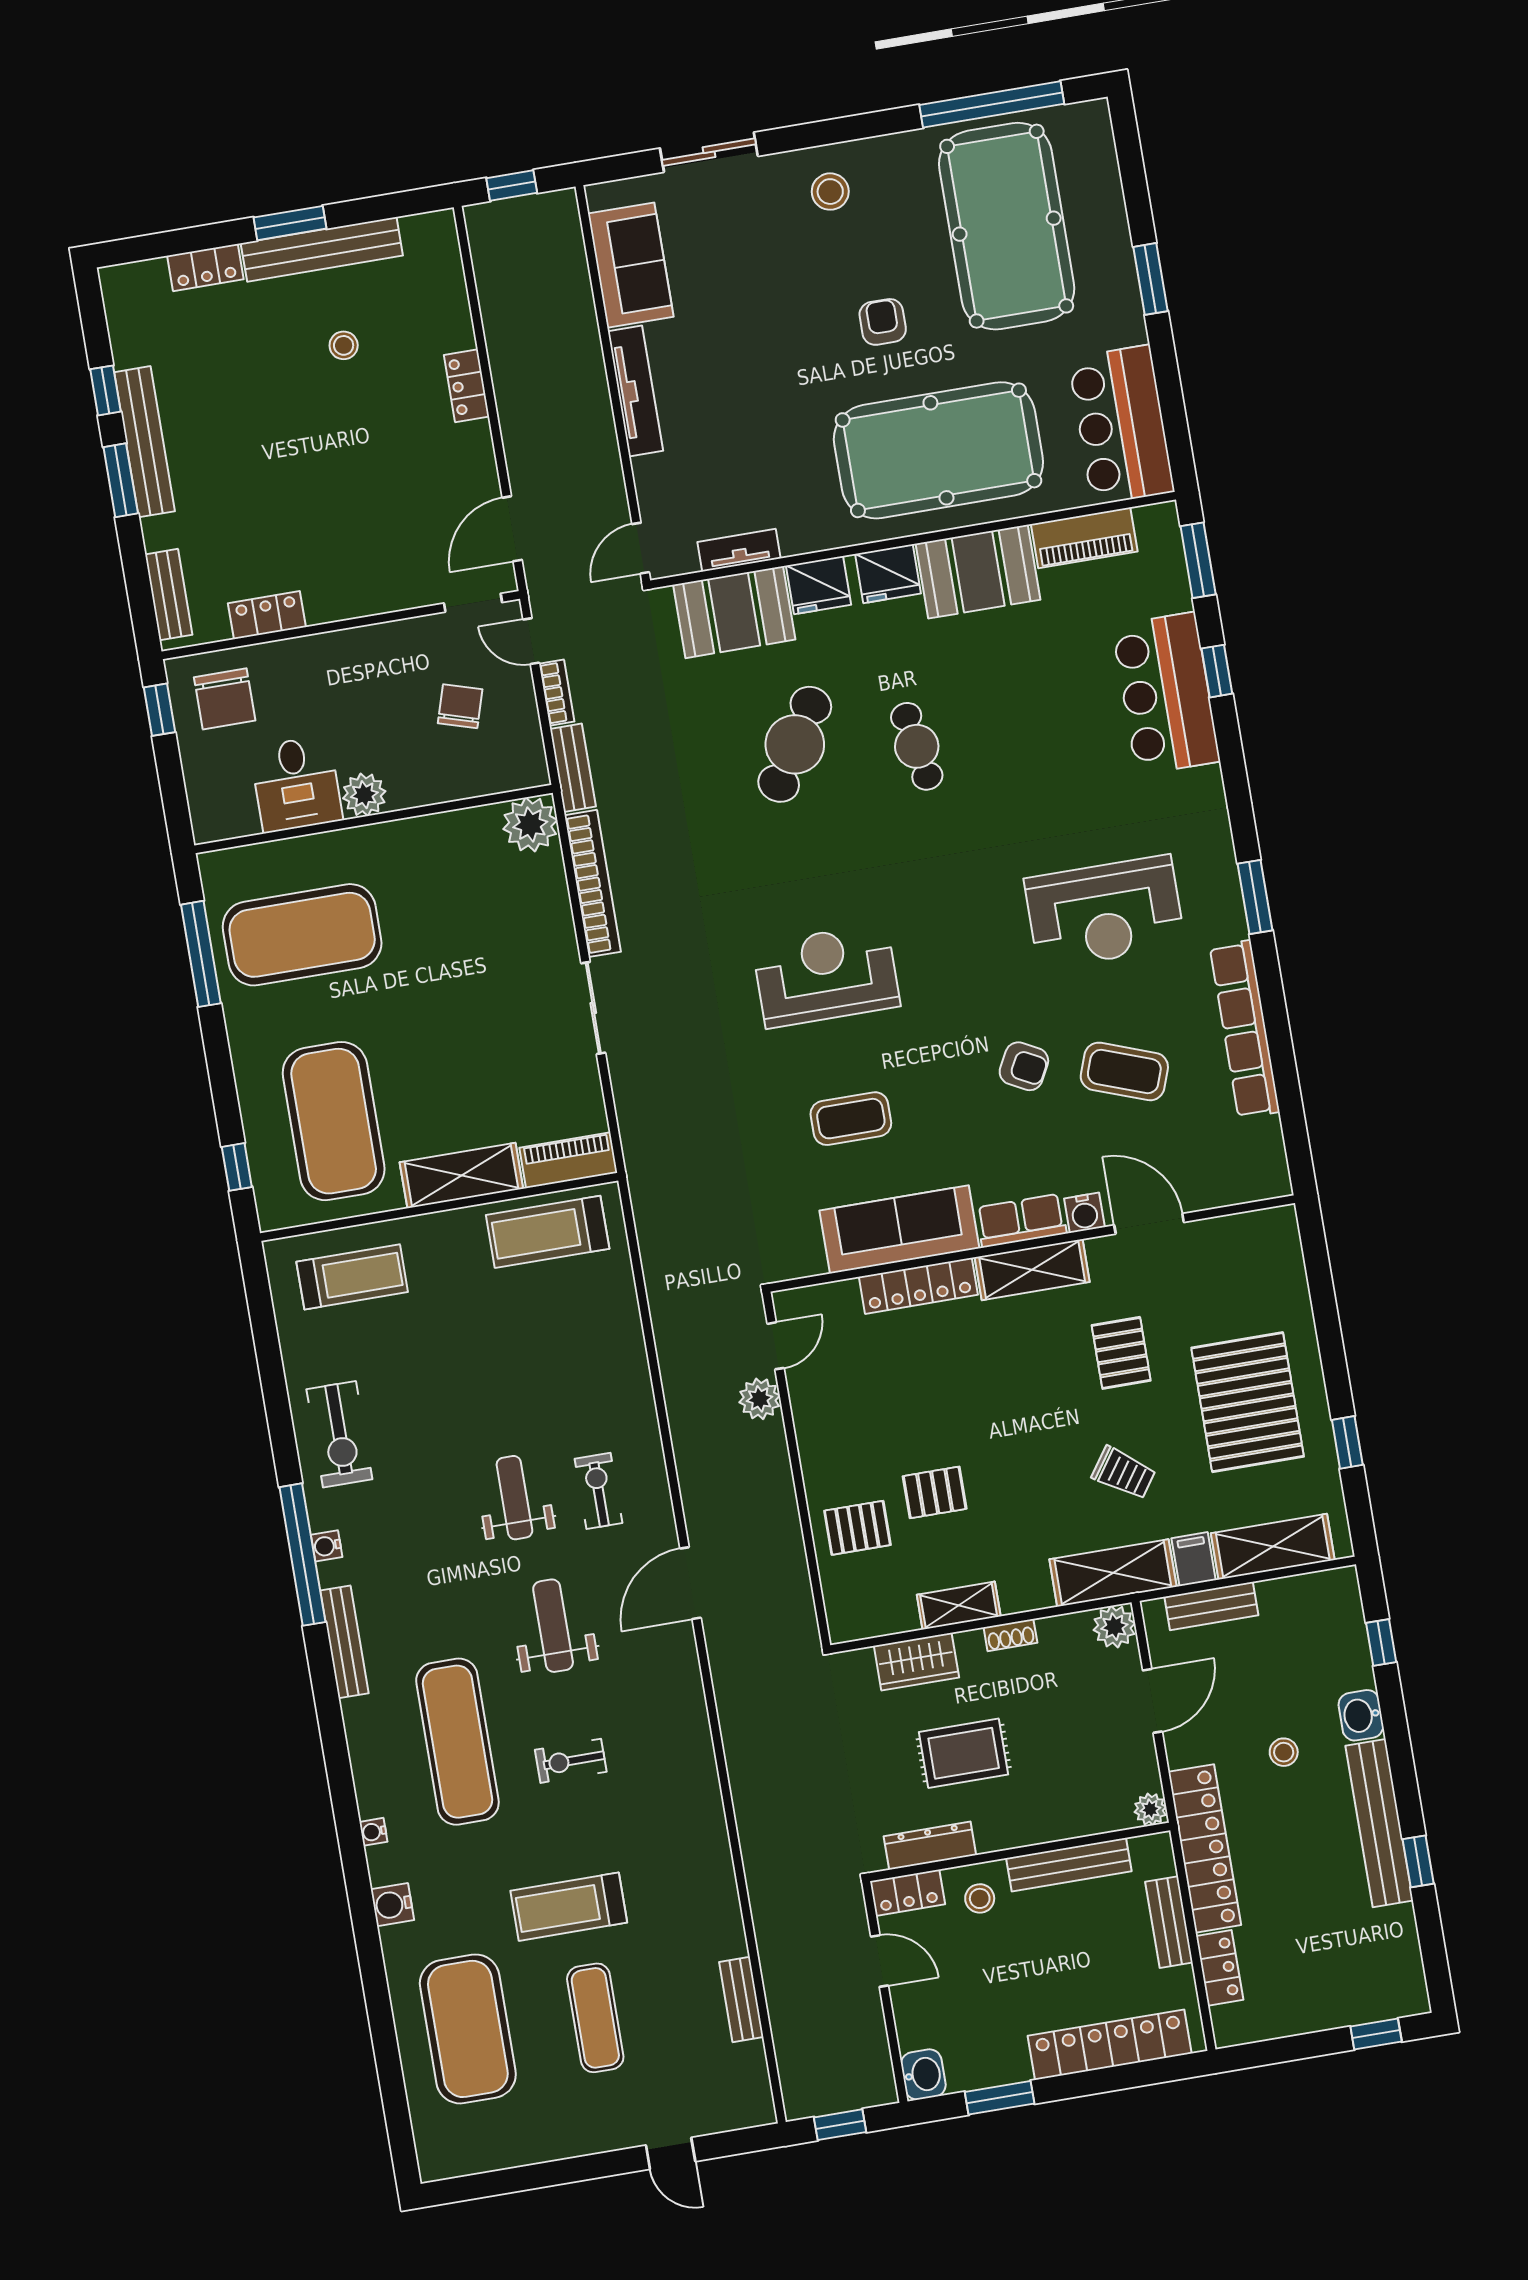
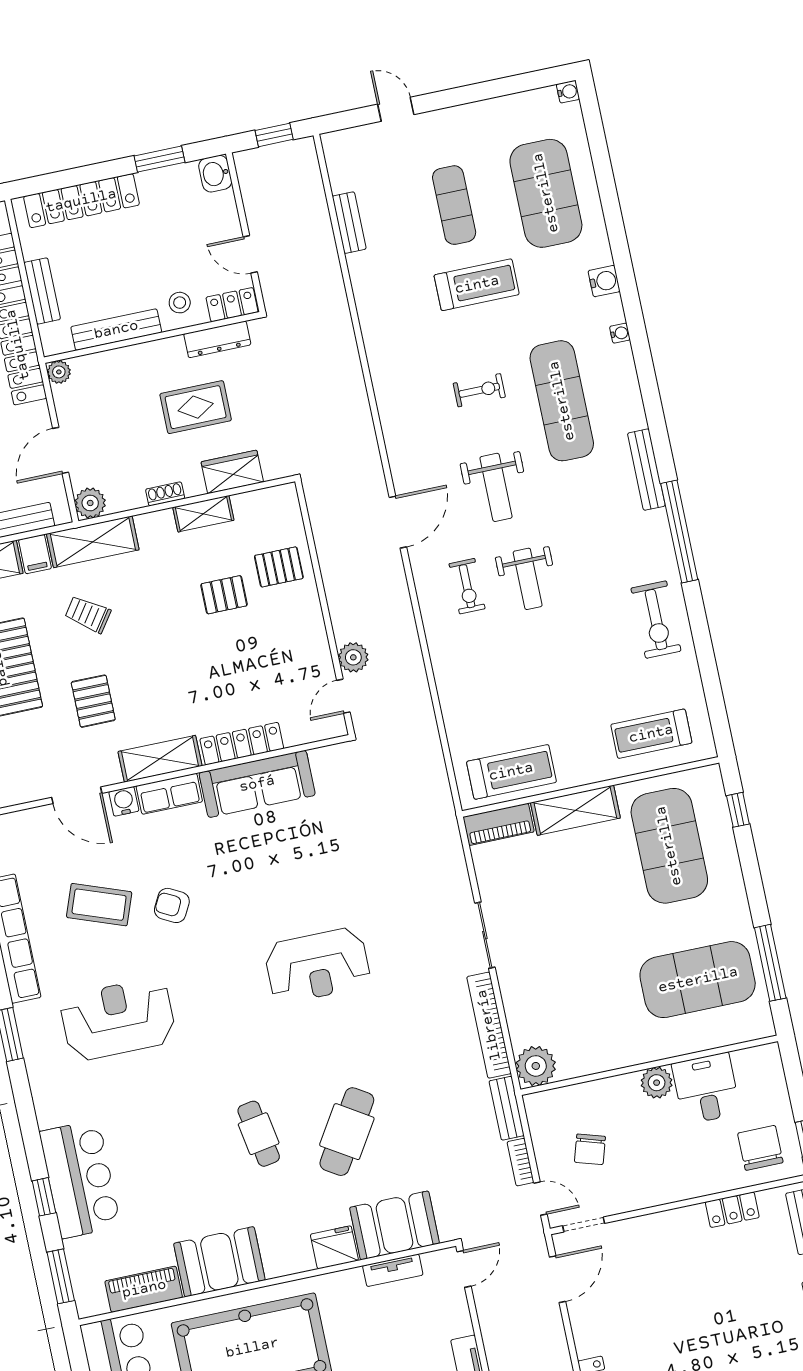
fridge: (888, 574) -> (284, 1258), removed
coffee table: (851, 1119) -> (295, 863), removed
exercise bike: (339, 1434) -> (656, 620), turned 180
water cooler: (327, 1546) -> (568, 92), moved

